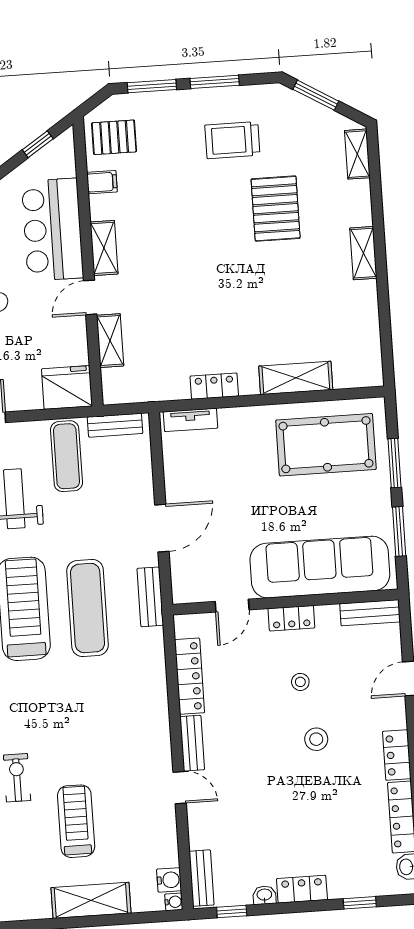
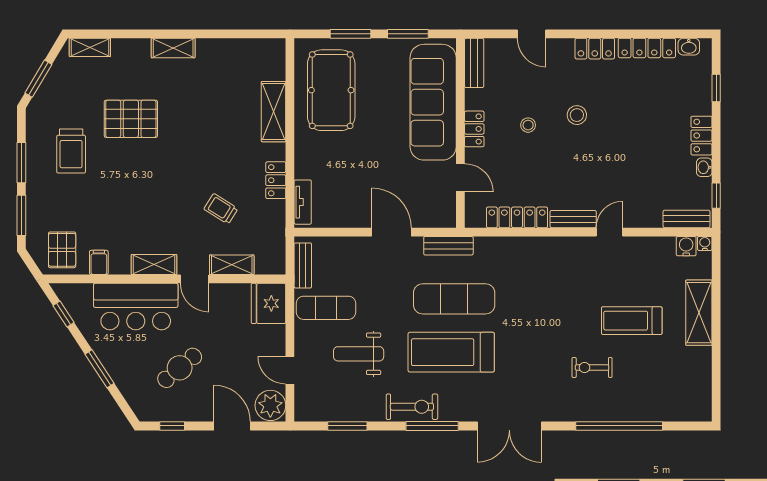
trolley: (176, 323) -> (221, 209), added

